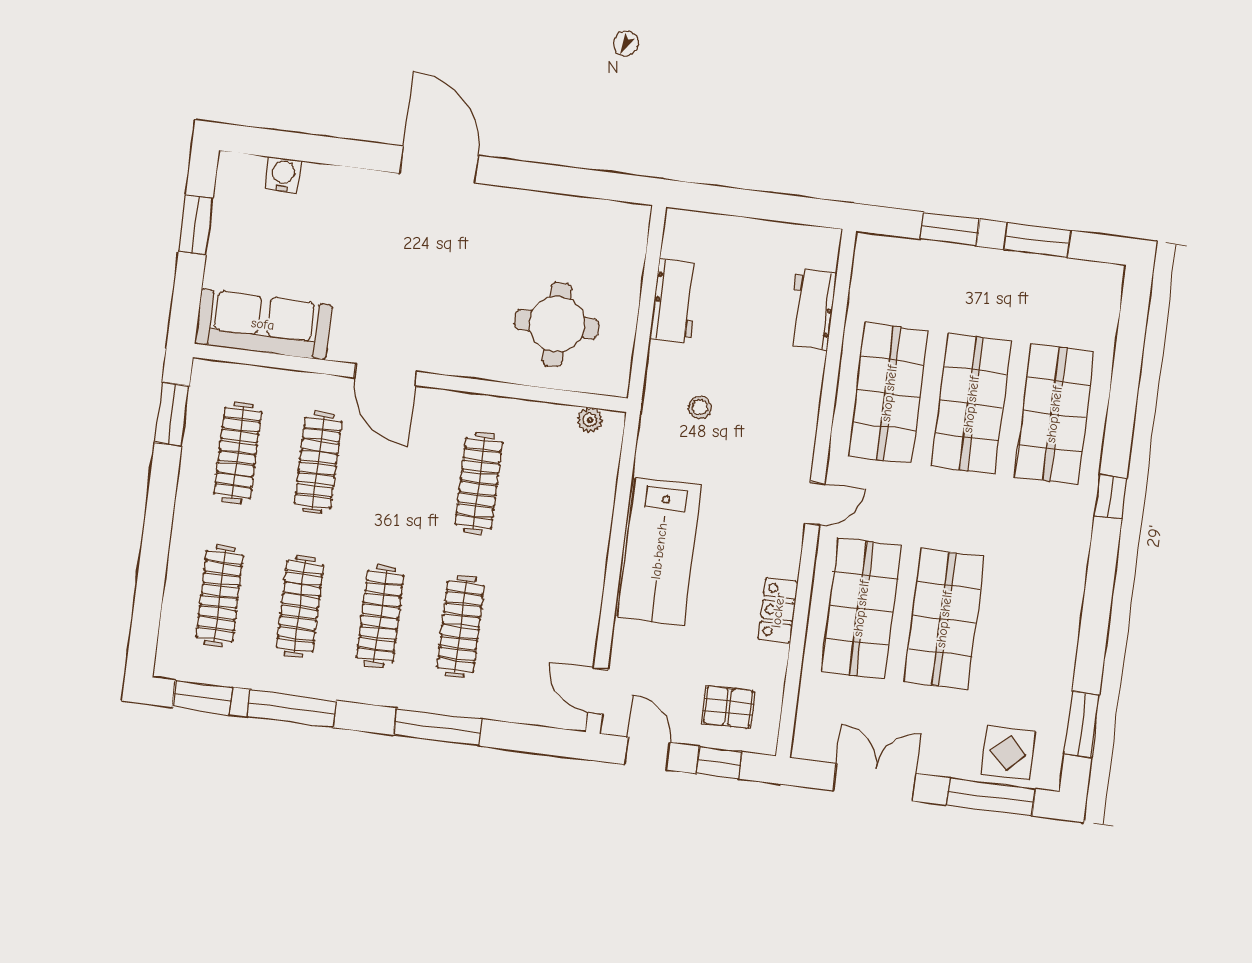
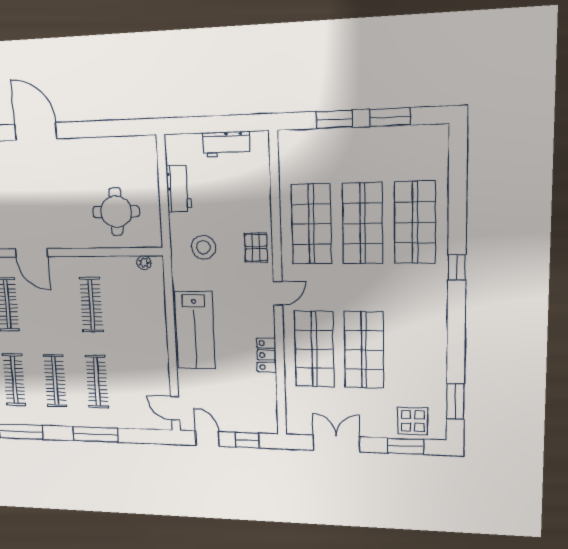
workbench: (812, 309) -> (227, 144), moved, turned -90
stool: (700, 407) -> (203, 247), width x1.89, depth x1.89
pallet: (728, 707) -> (256, 248), moved, turned 90
window: (991, 797) -> (406, 446), width x0.69

